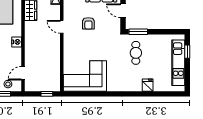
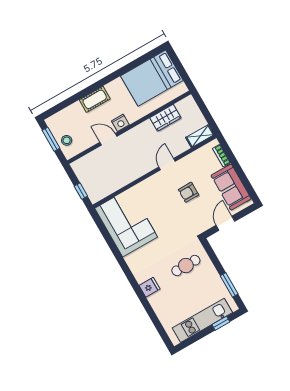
window: (138, 32) -> (229, 285), moved
door: (23, 73) -> (108, 139), moved
fridge: (148, 85) -> (150, 287), moved

